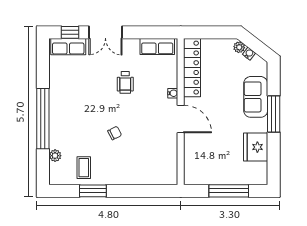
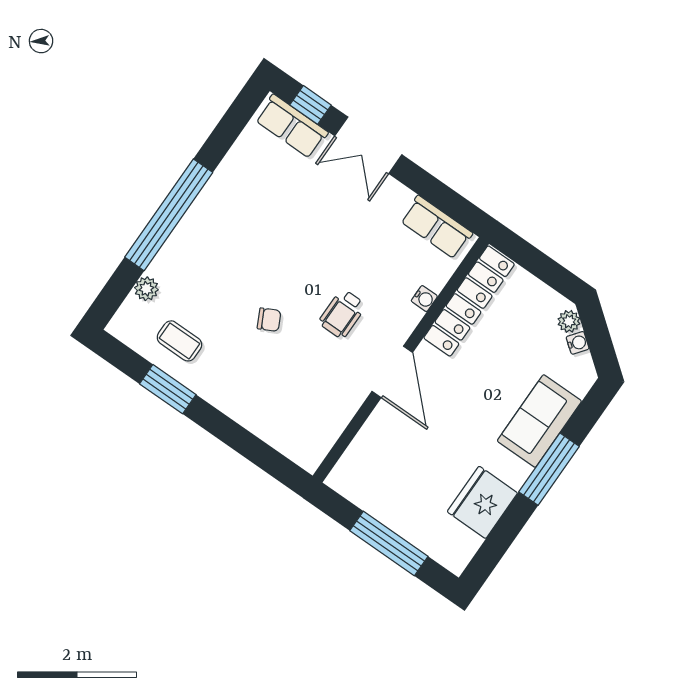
wheelchair: (125, 82) -> (342, 314), moved
water cooler: (173, 93) -> (424, 299), moved
coffee table: (84, 168) -> (179, 341), turned 90

